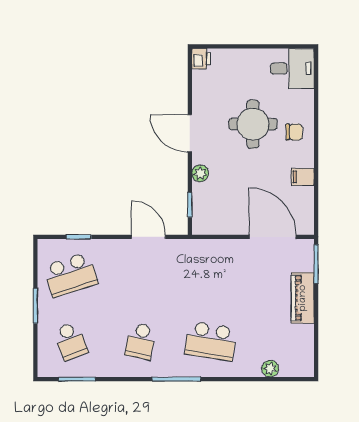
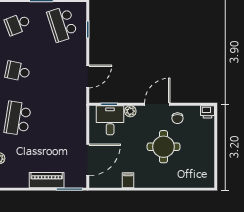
desk: (292, 69) -> (110, 120), moved, turned 180
chair: (294, 132) -> (177, 118), moved

